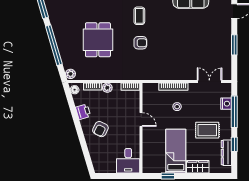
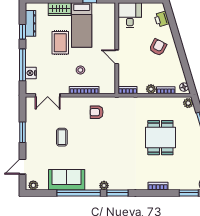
coffee table: (139, 16) -> (62, 137), moved
armchair: (140, 43) -> (97, 112), moved
printer: (83, 112) -> (162, 19), moved
rug: (207, 130) -> (60, 43), moved, turned 90

